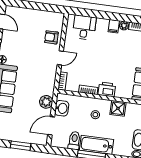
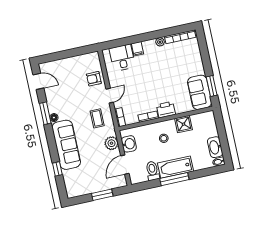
filing cabinet: (114, 26) -> (137, 49), moved
coffee table: (41, 75) -> (97, 118), added

